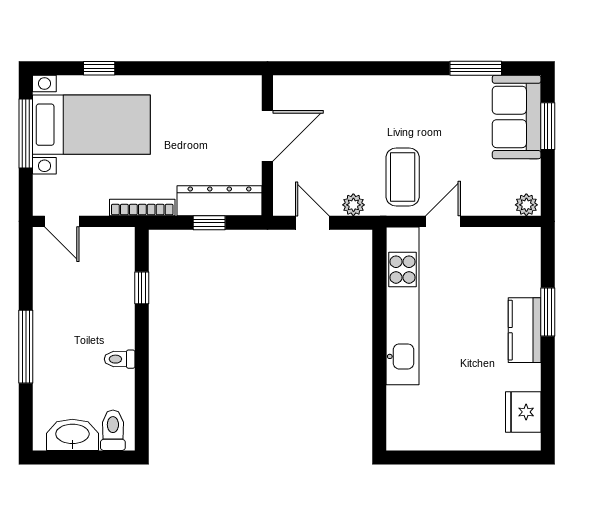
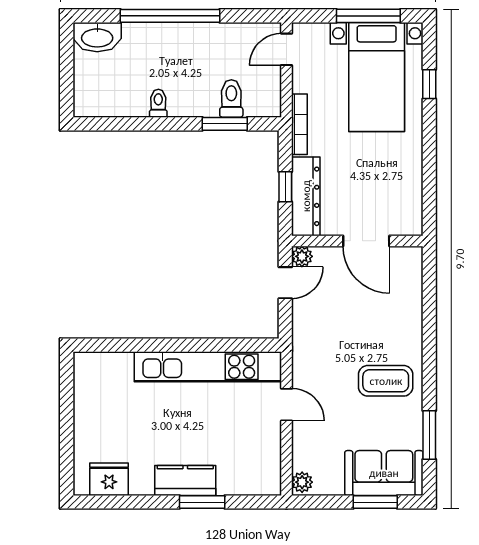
coffee table: (403, 177) -> (386, 381), moved
plant: (353, 205) -> (302, 256), moved
window: (142, 288) -> (225, 124), width x1.50
window: (26, 347) -> (170, 16), width x1.46
toilet: (113, 430) -> (231, 99), moved, turned -90
washbasin: (72, 435) -> (97, 37), moved, turned 90

